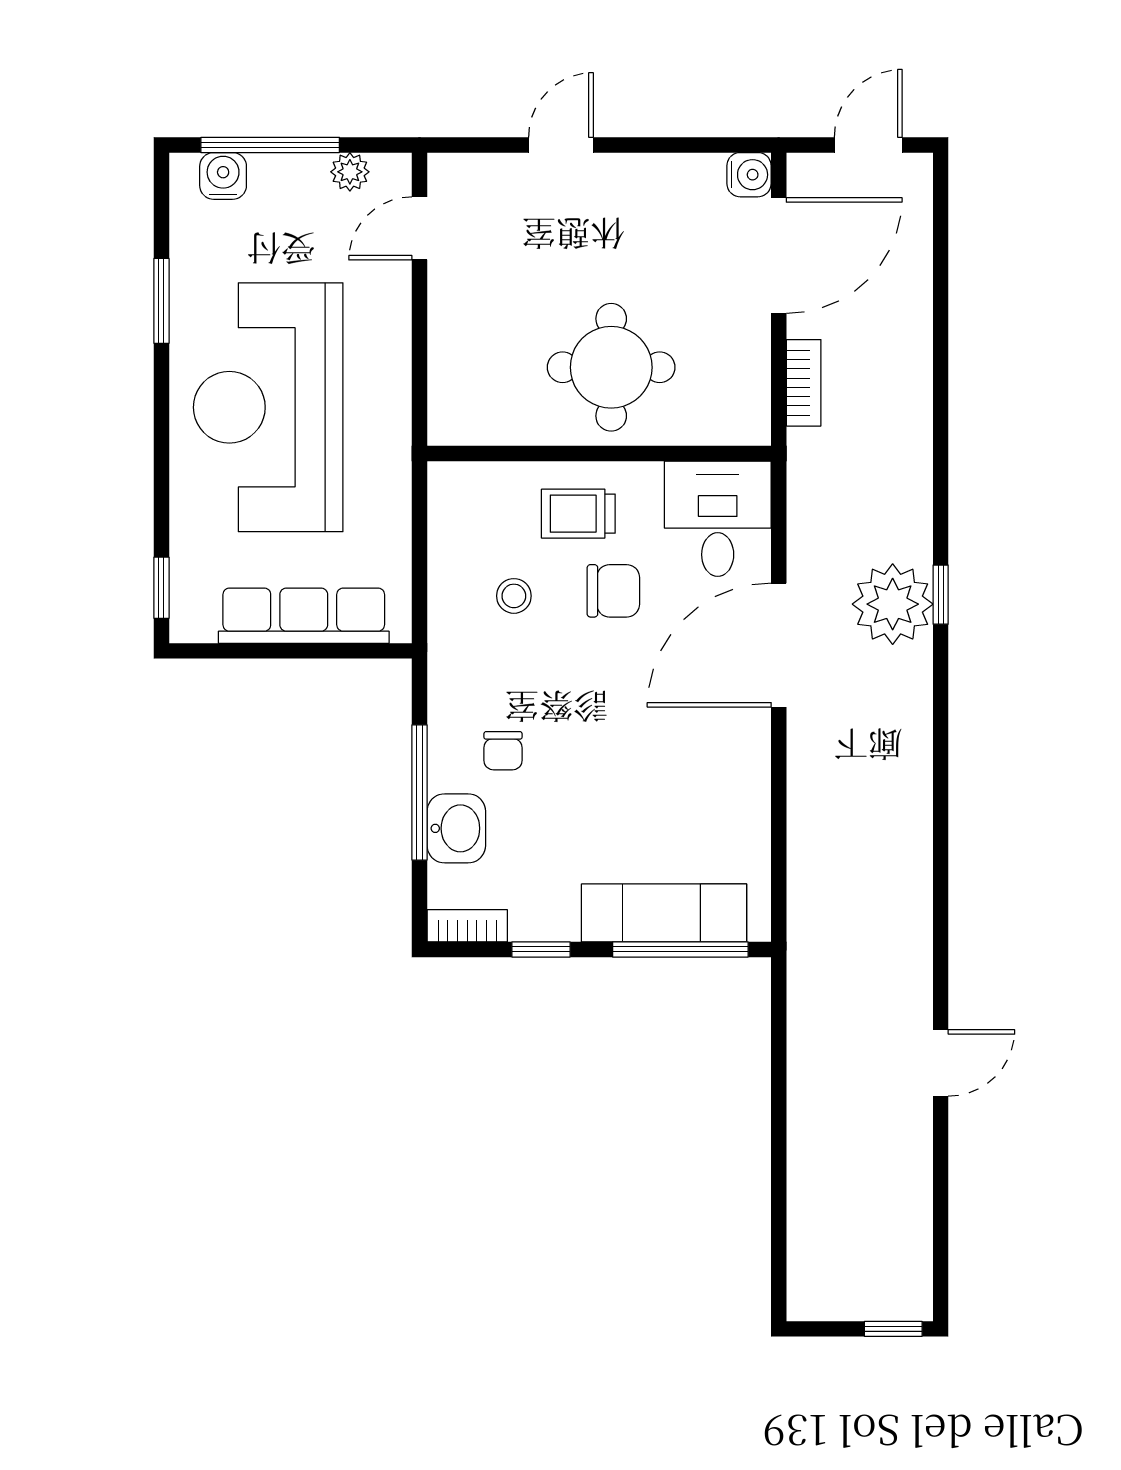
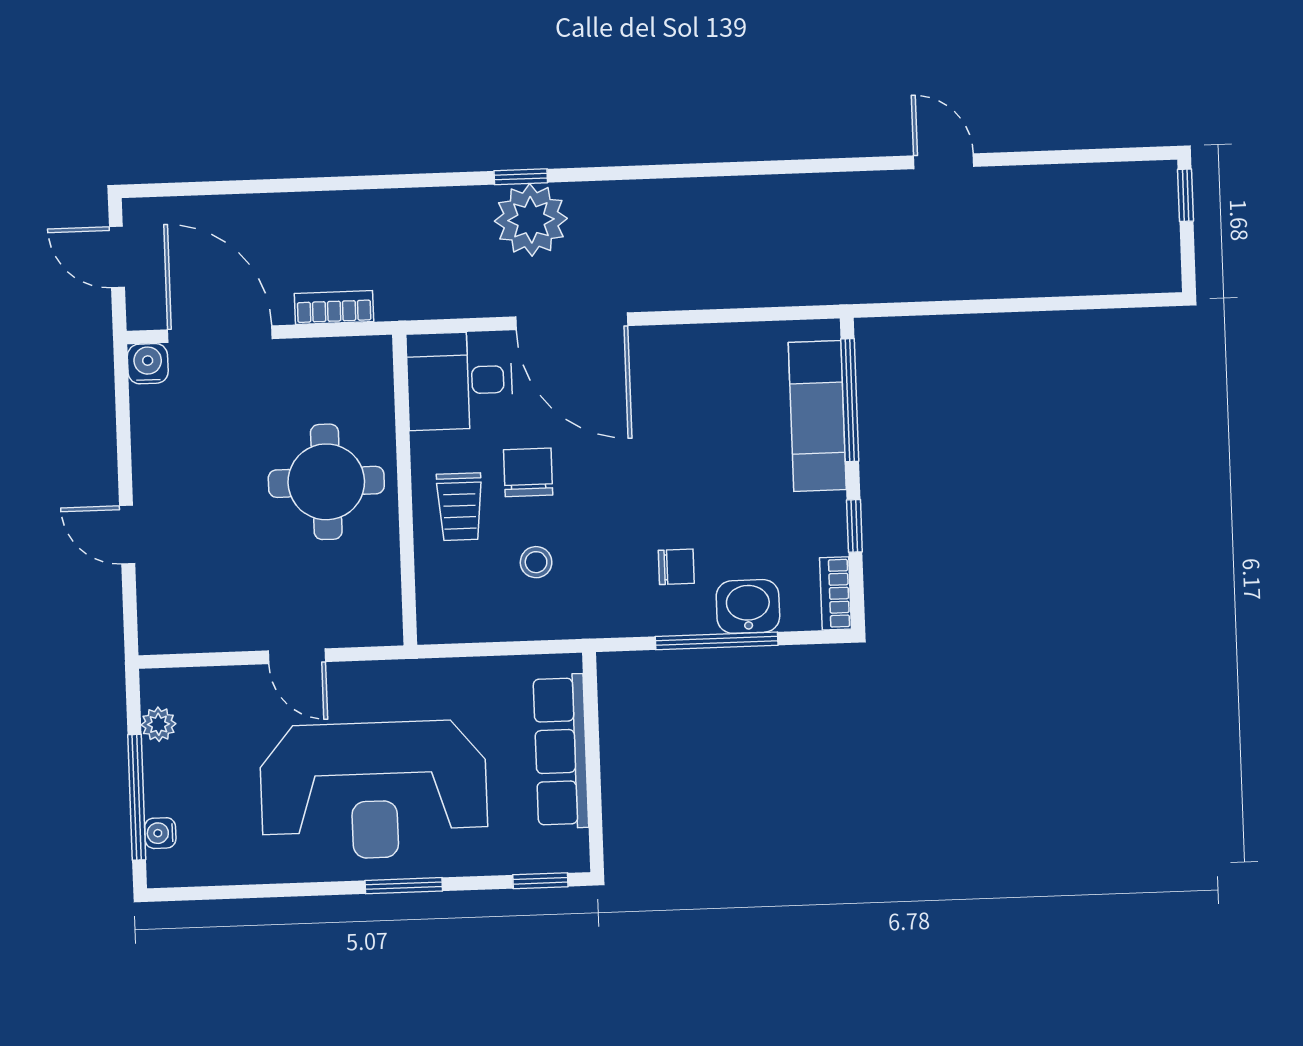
water cooler: (223, 176) -> (160, 833), width x0.72, depth x0.72
door: (420, 228) -> (297, 656), moved
window: (161, 301) -> (404, 886), moved

